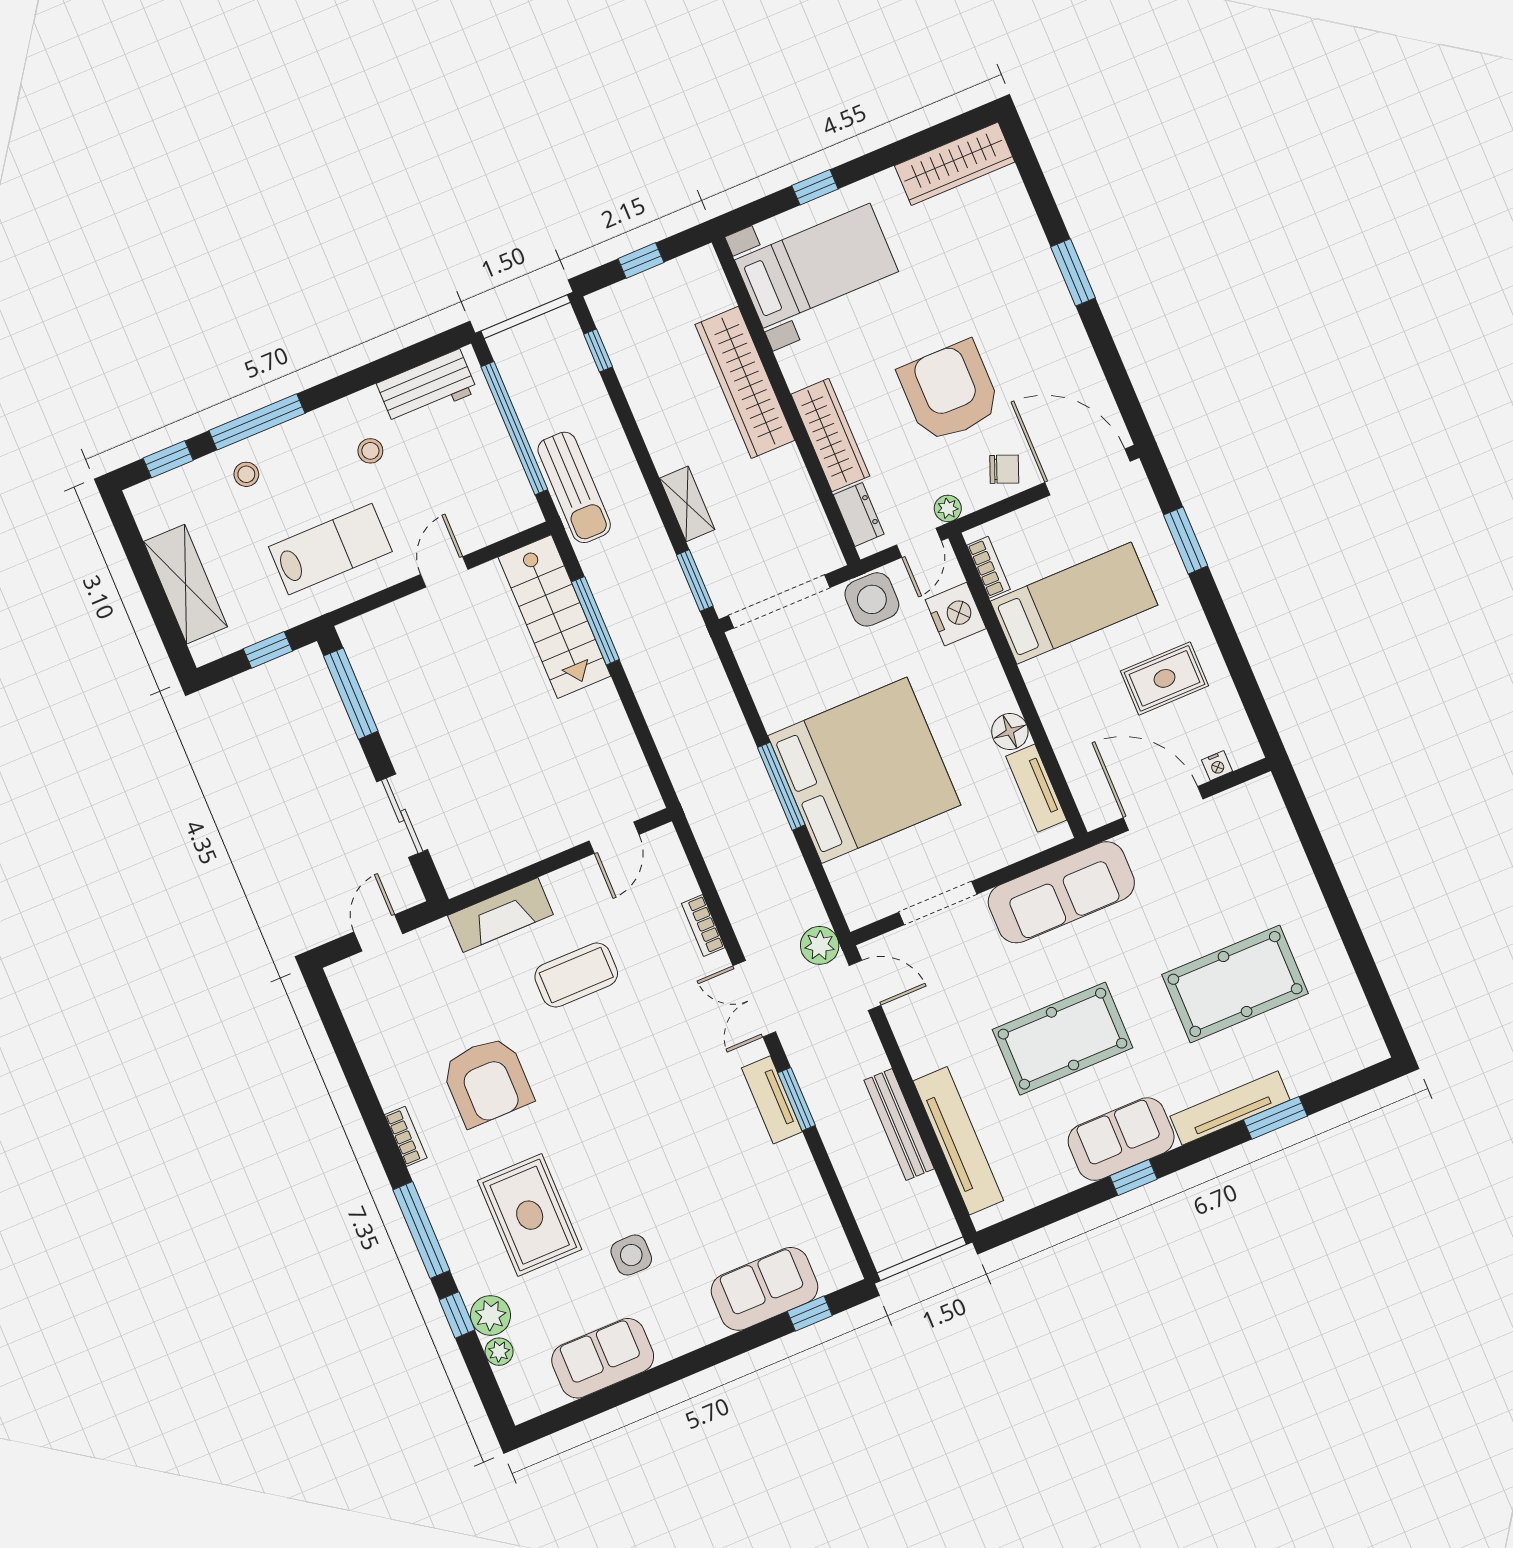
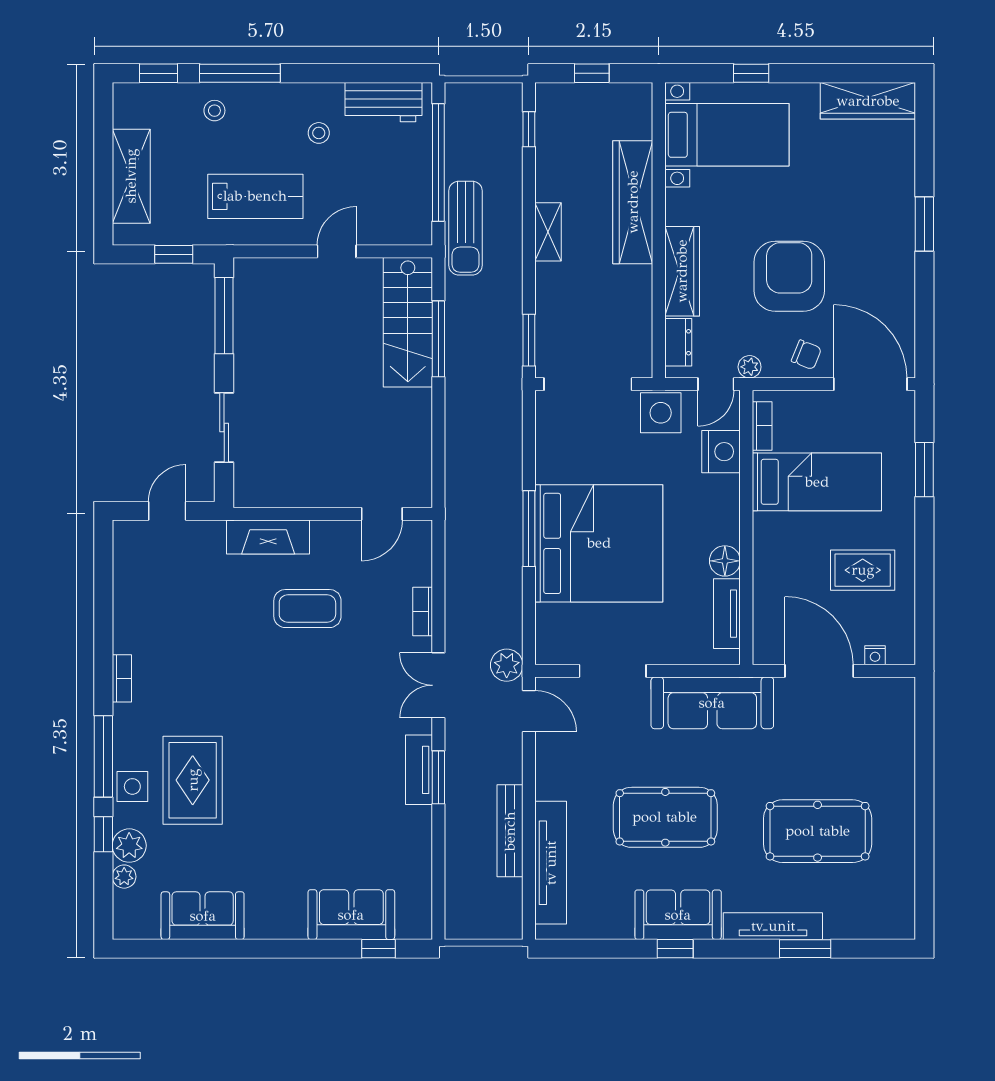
shelving: (687, 504) -> (548, 232), moved
armchair: (487, 1081) -> (203, 662), removed
side table: (631, 1255) -> (132, 786), moved

